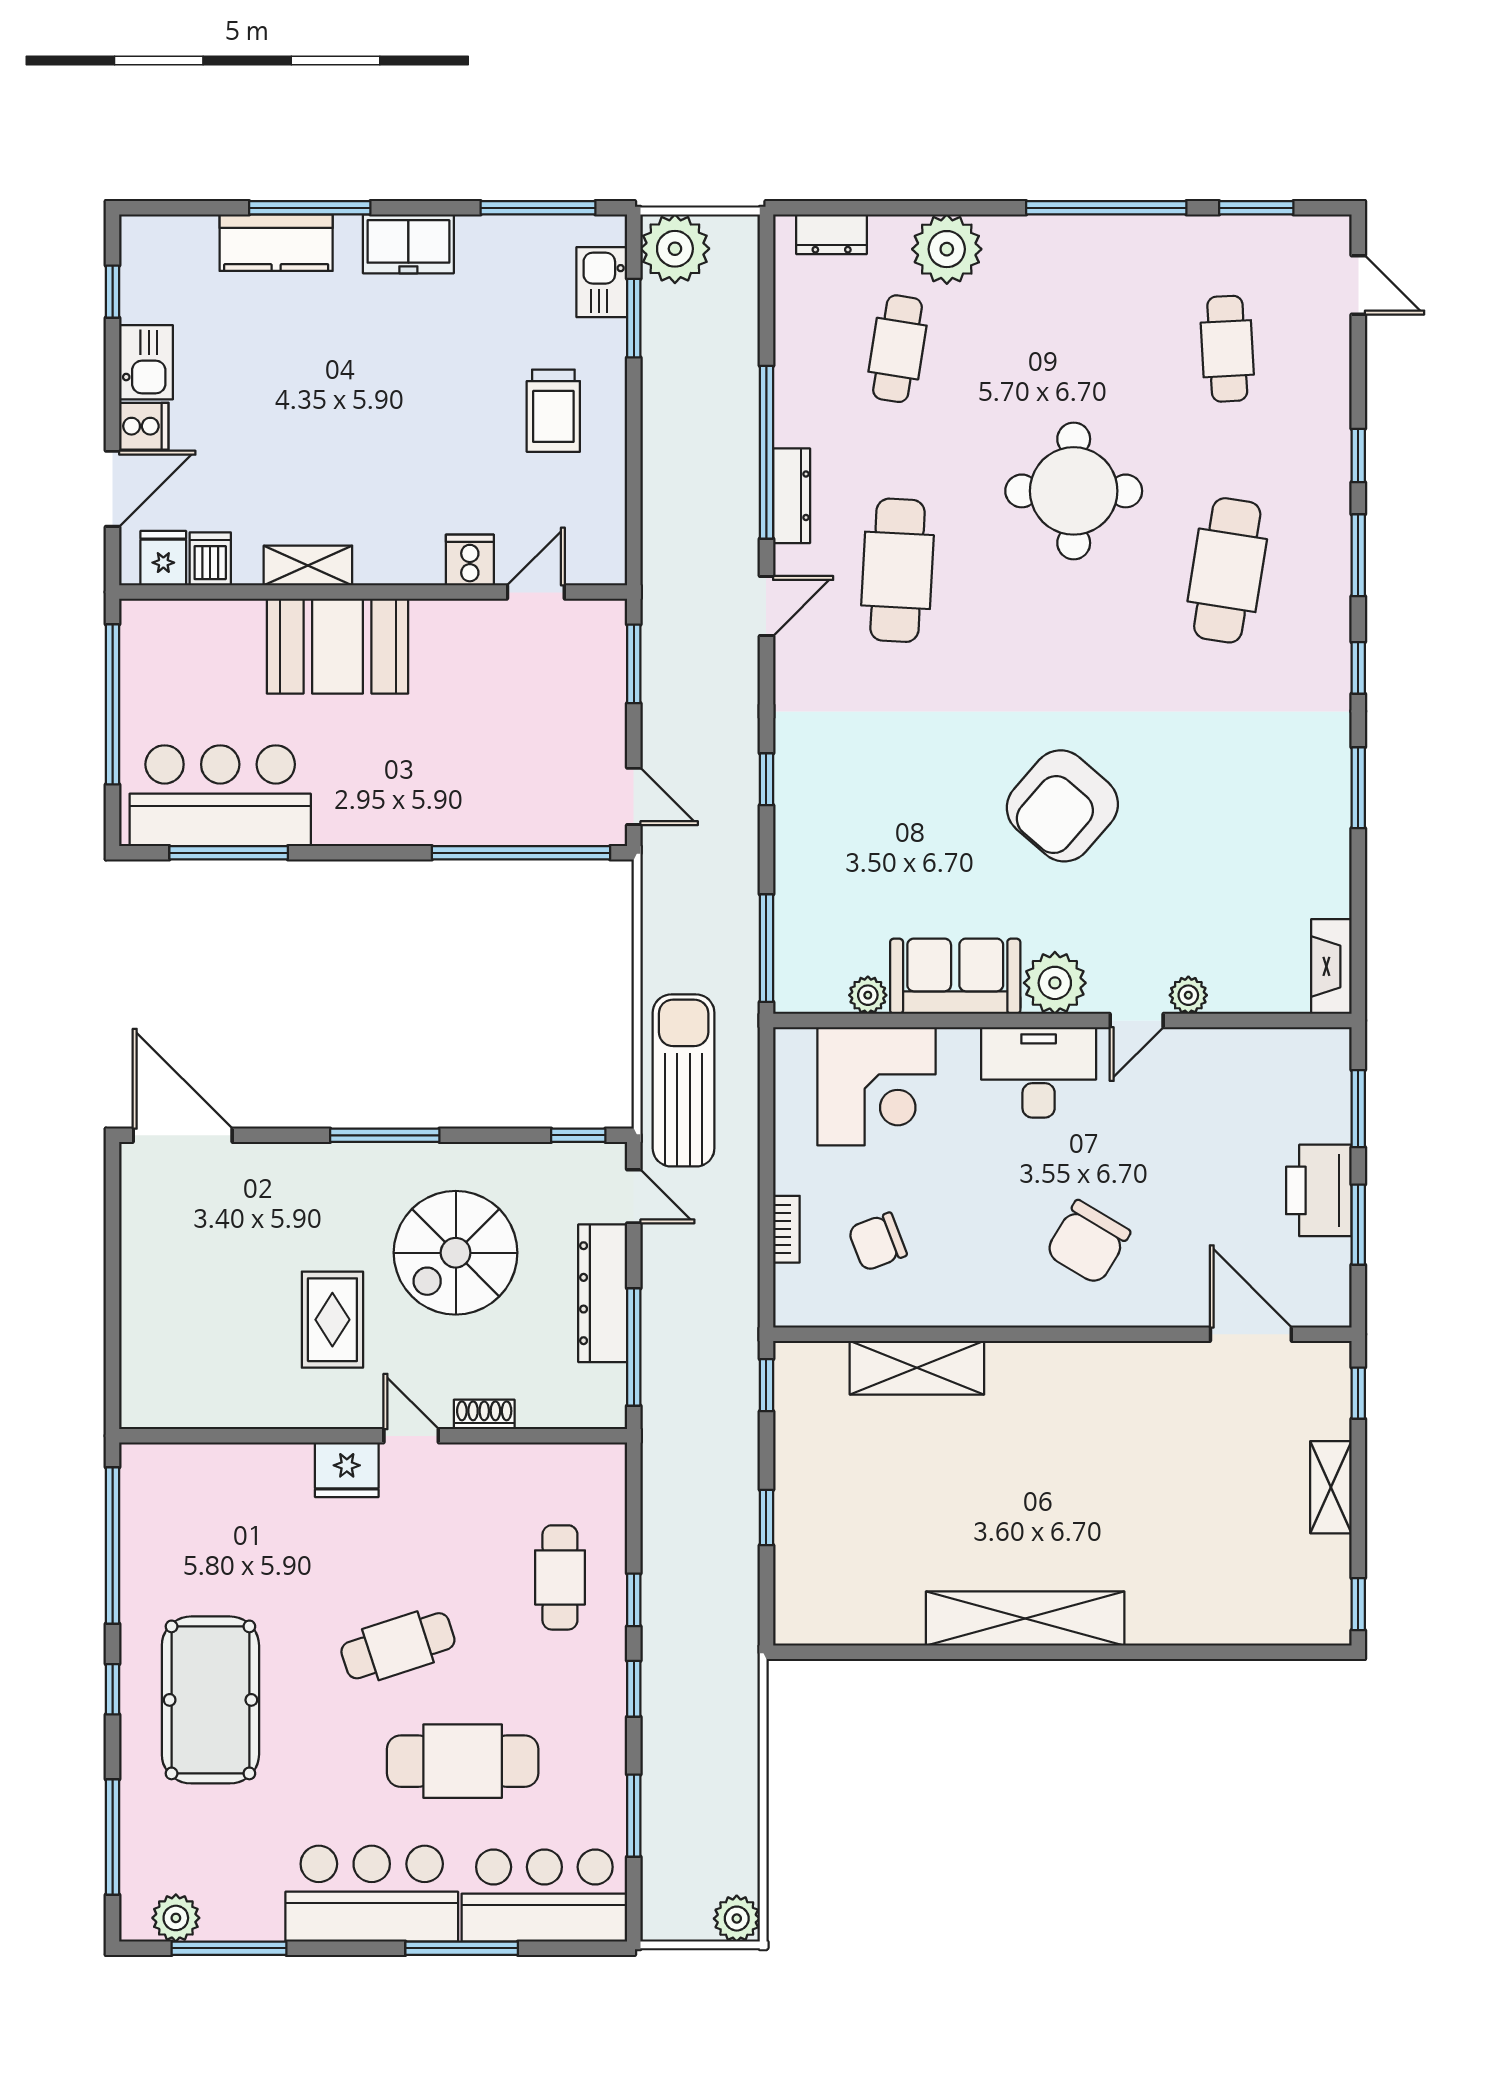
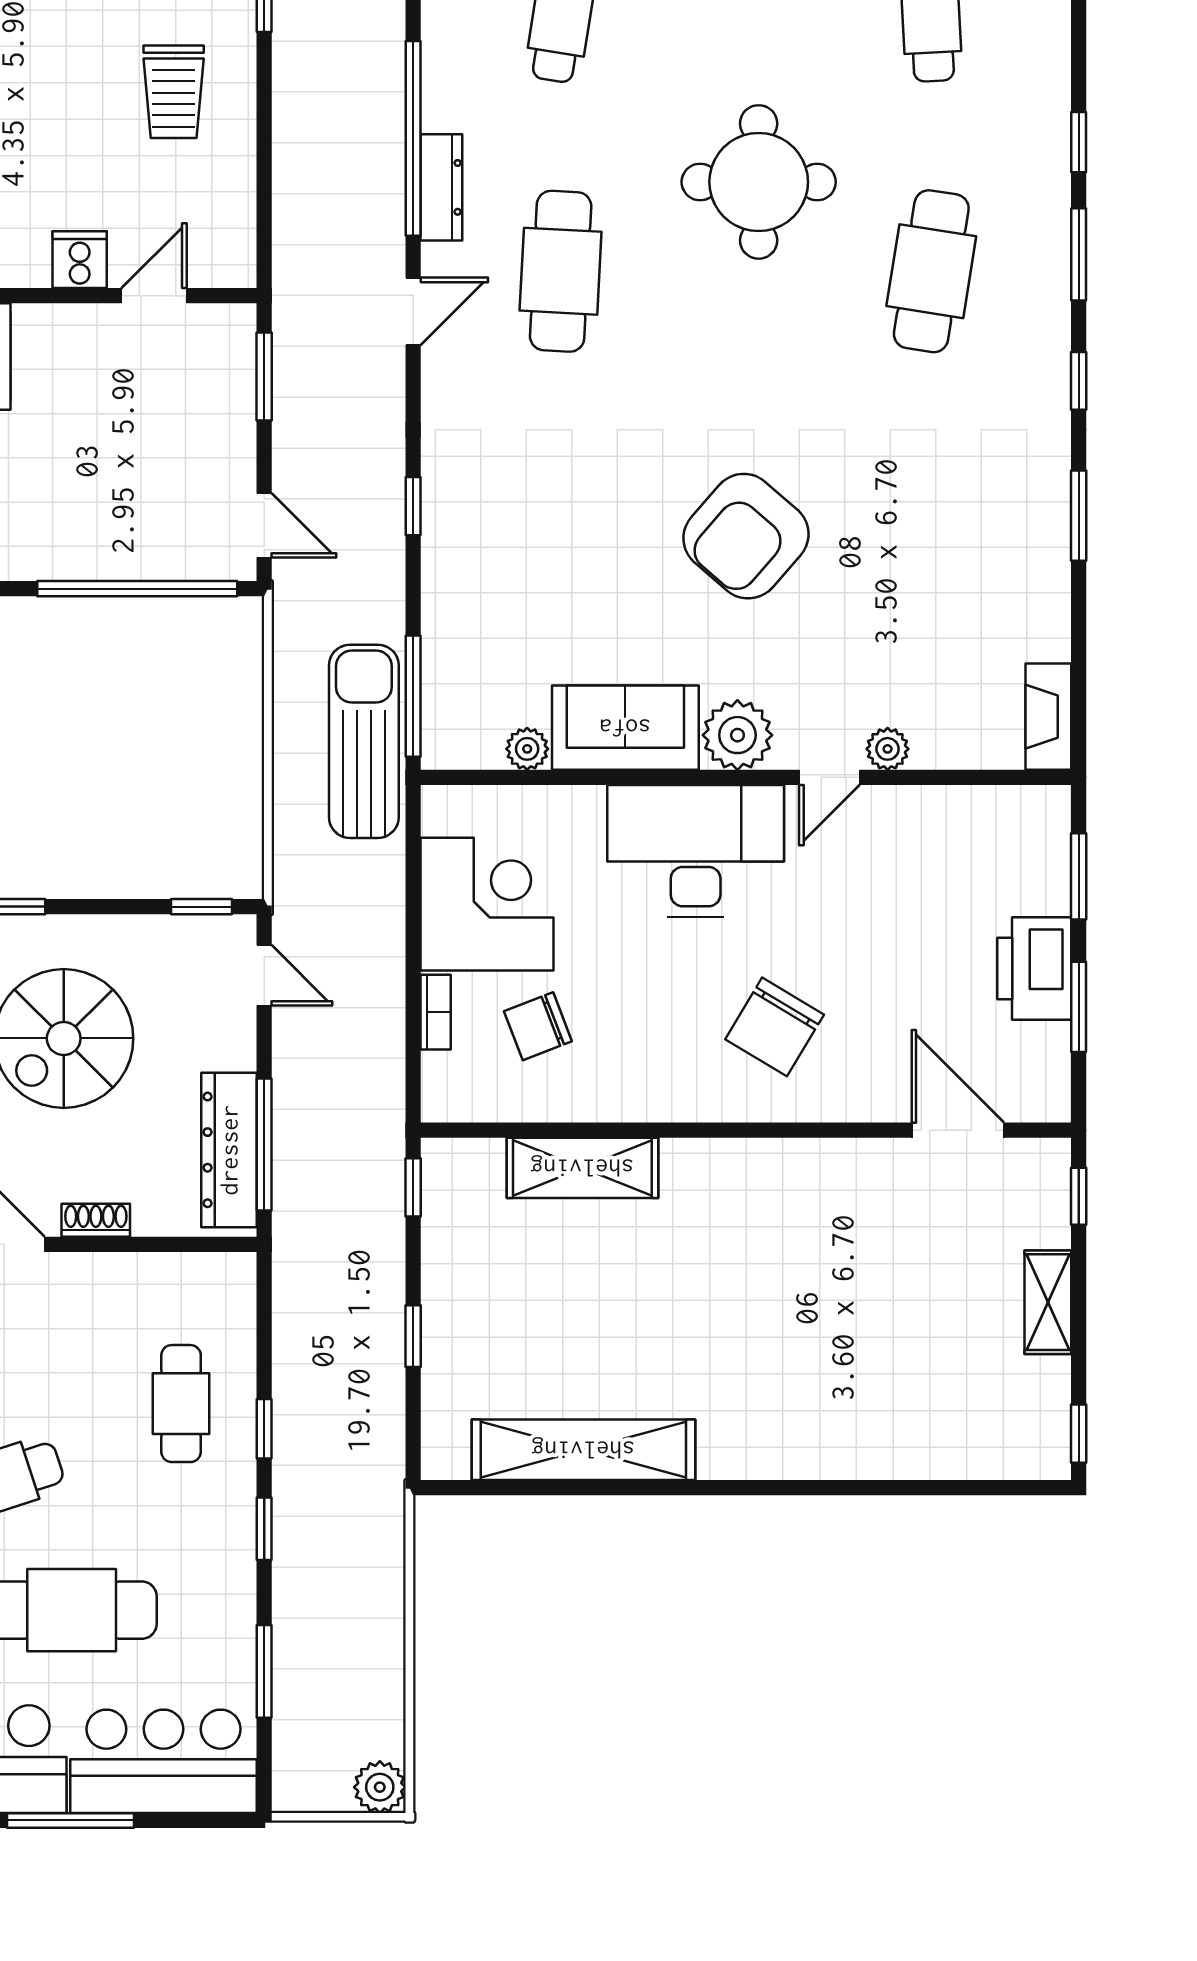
desk: (1039, 1072) -> (696, 851), width x1.36, depth x1.30
sun lounger: (684, 1080) -> (364, 741), moved
corner desk: (876, 1086) -> (487, 904), moved, turned -90
dresser: (603, 1293) -> (229, 1150), moved
shelving: (1025, 1619) -> (583, 1450), moved

